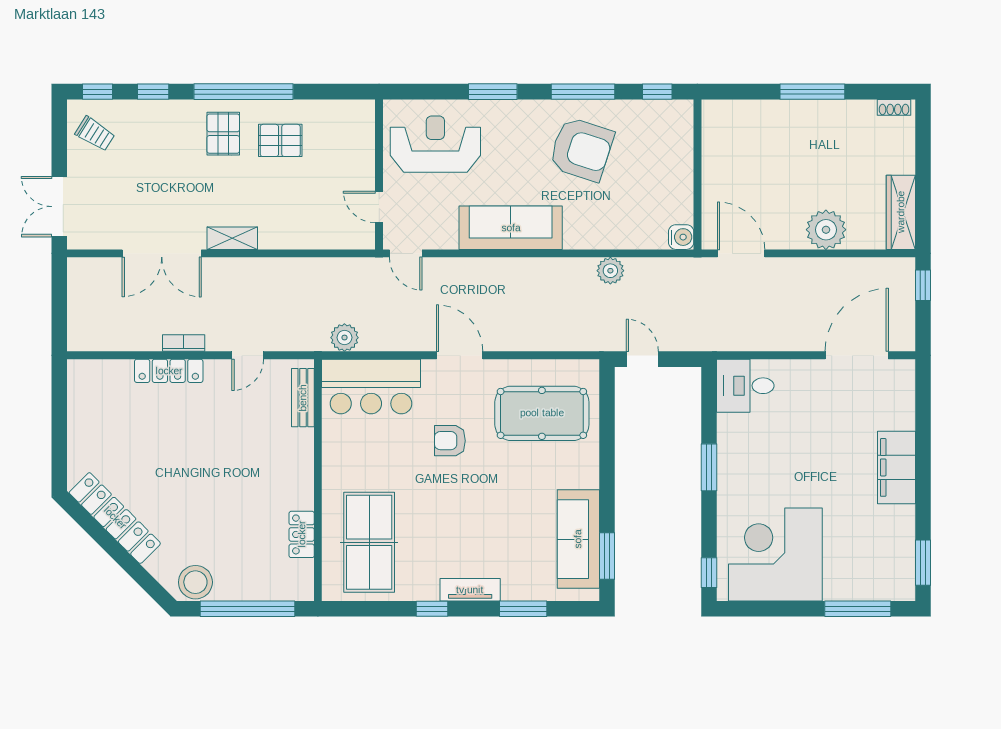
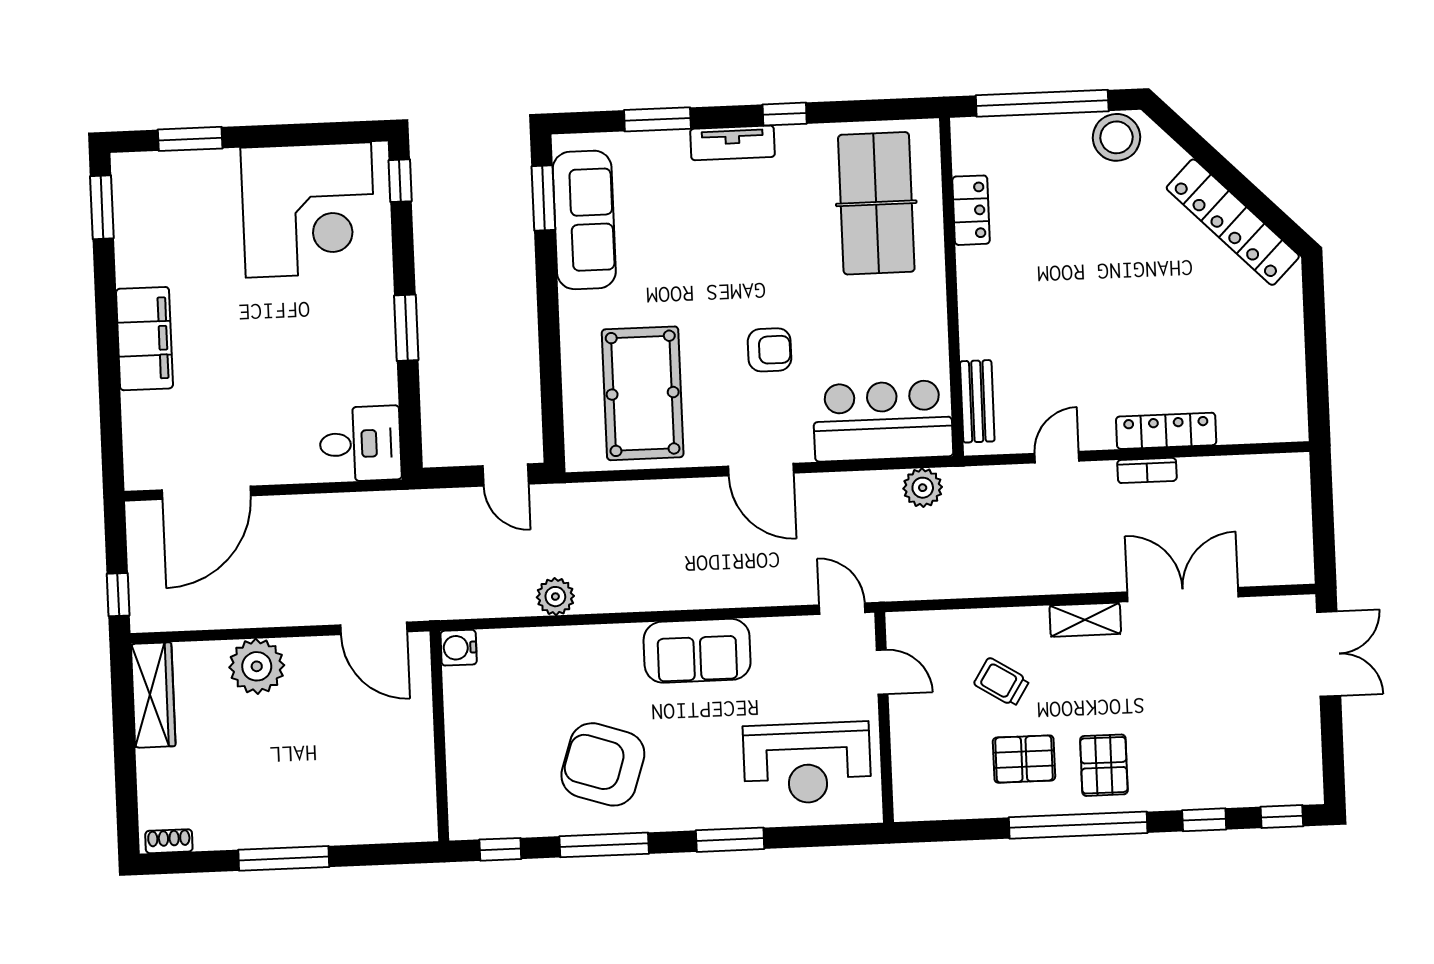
trolley: (95, 134) -> (1002, 682), moved
sofa: (511, 228) -> (697, 651), width x0.73
pool table: (542, 413) -> (643, 393), turned 90
window: (858, 609) -> (190, 139), width x0.69

